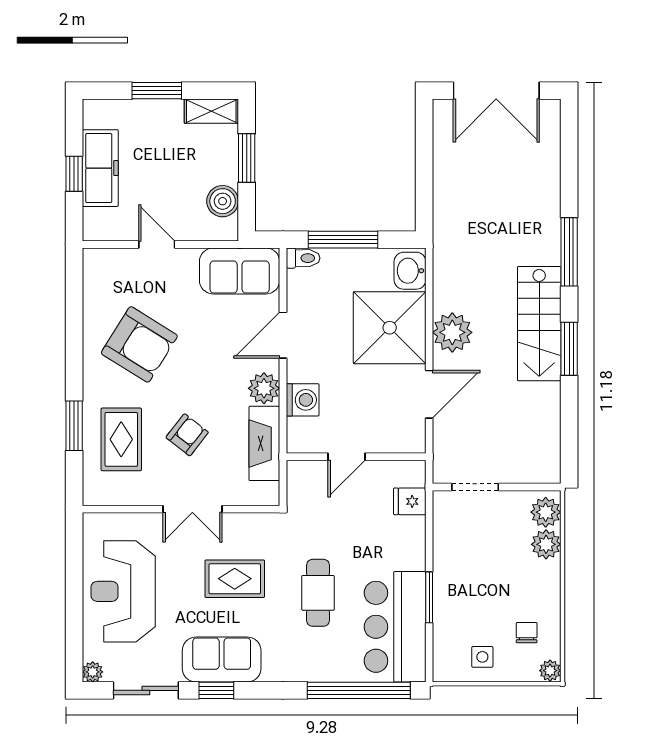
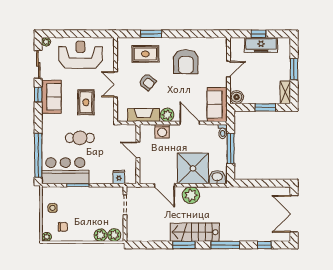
window: (569, 160) -> (265, 245), added
boiler: (223, 201) -> (237, 97), moved
armchair: (139, 344) -> (186, 62), turned -32

